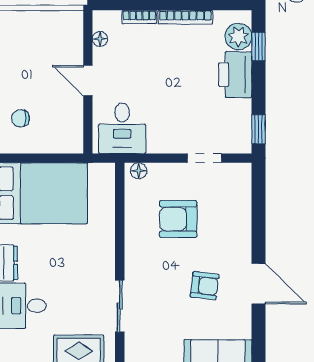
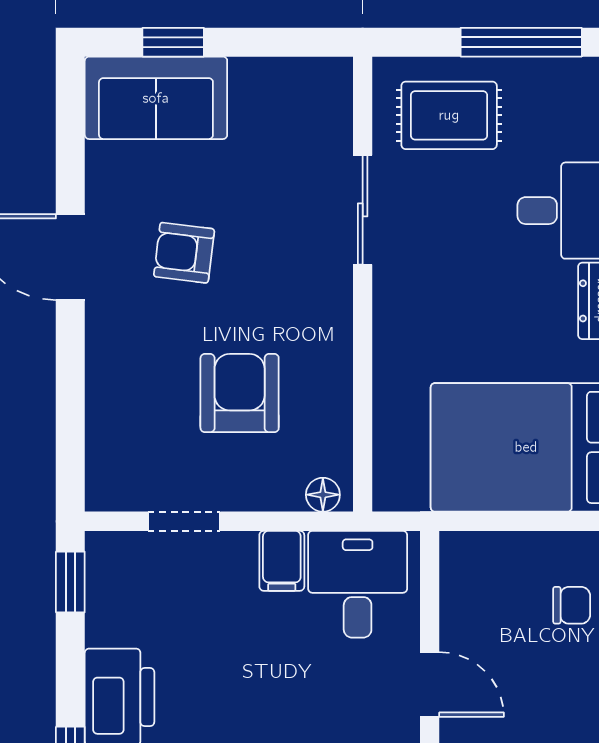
filing cabinet: (158, 139) -> (282, 561), added
armchair: (178, 219) -> (240, 393), turned -90

